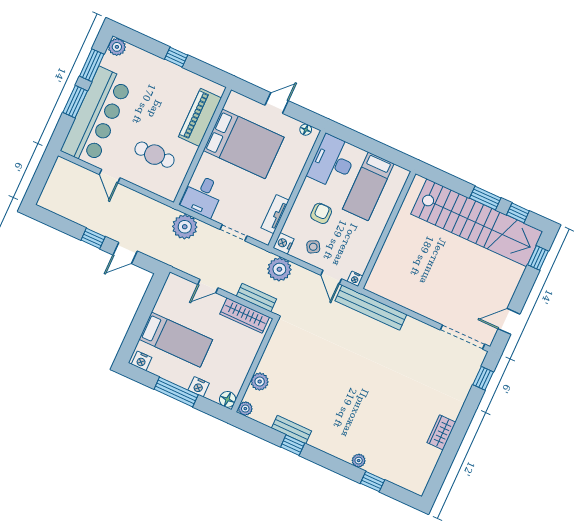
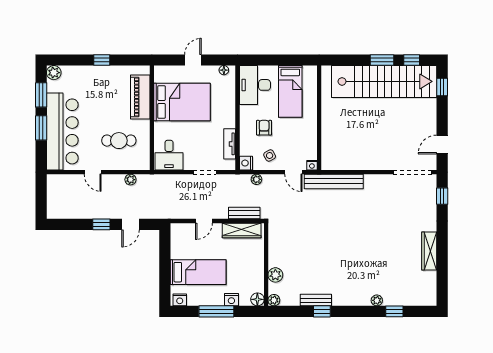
plant: (185, 227) -> (130, 180), moved, width x0.53, depth x0.53
plant: (279, 269) -> (256, 179), width x0.53, depth x0.53
wardrobe: (441, 432) -> (429, 251), width x1.50

